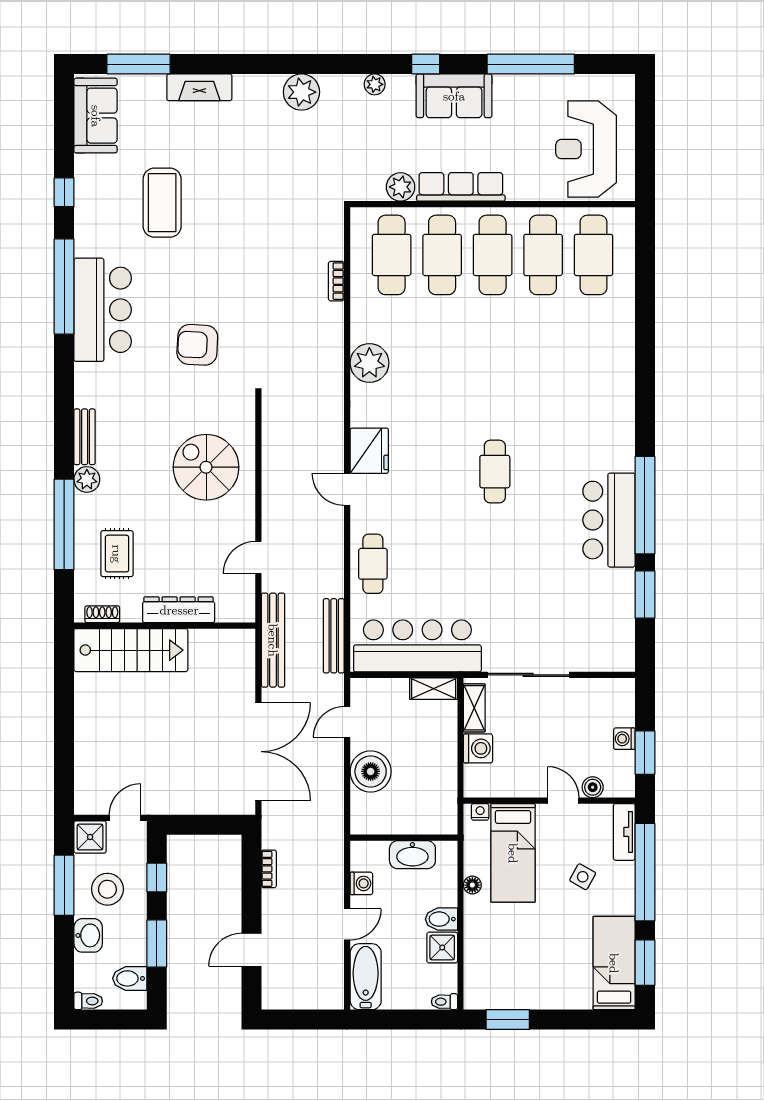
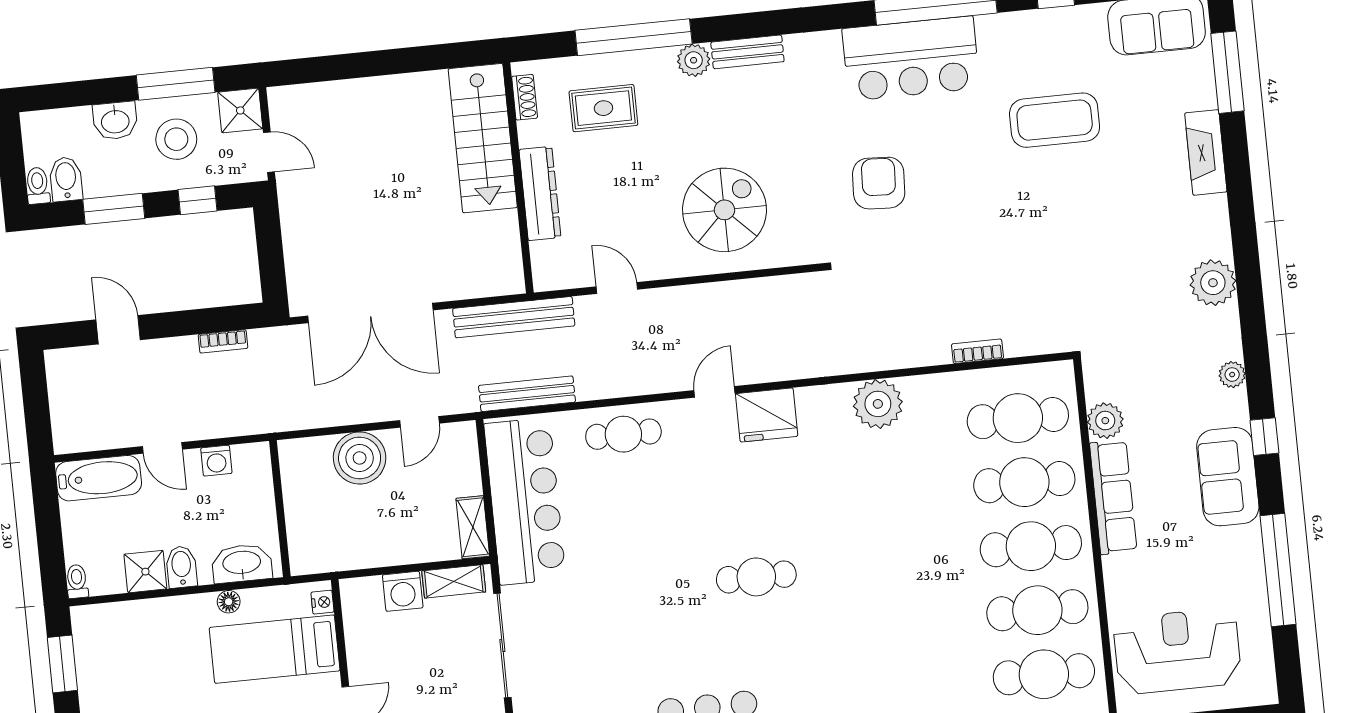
door: (347, 722) -> (420, 422), swing flipped
washbasin: (412, 855) -> (242, 563), moved, turned 90
toilet: (88, 1001) -> (38, 186), moved, turned 180

